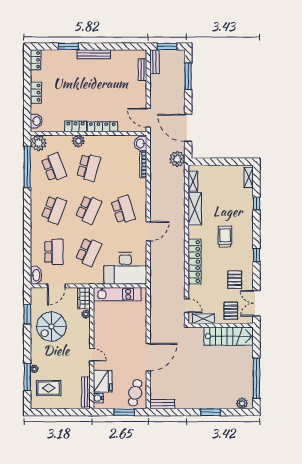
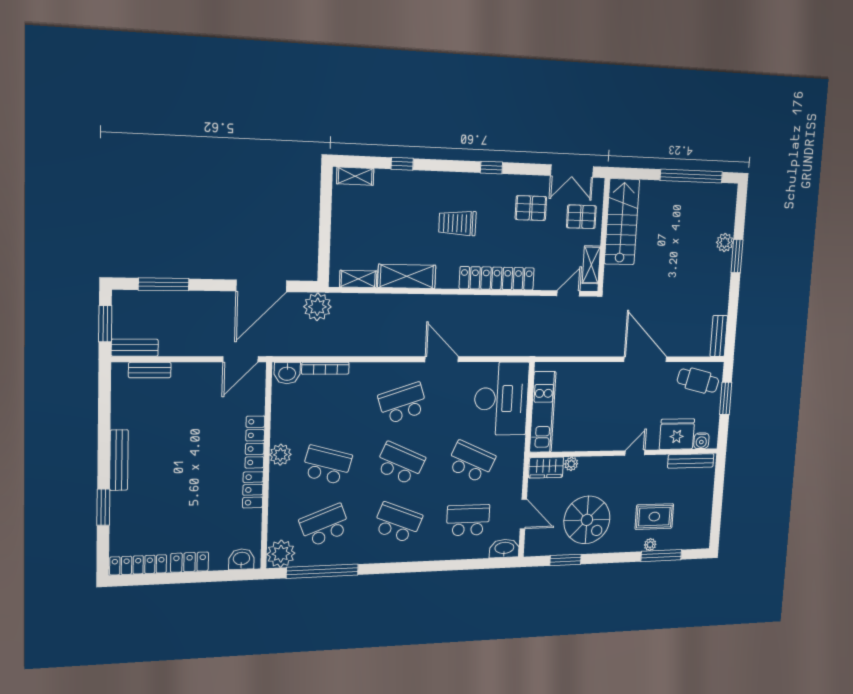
locker: (36, 60) -> (138, 565), width x1.53
plant: (78, 141) -> (280, 455), moved
rug: (49, 388) -> (654, 517), moved, turned 90
plant: (242, 403) -> (725, 243), moved

